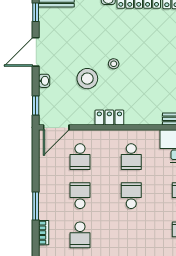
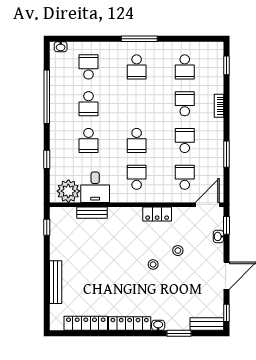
stool: (87, 79) -> (178, 251), width x0.53, depth x0.53
washbasin: (44, 81) -> (218, 236), moved
school desk: (80, 196) -> (185, 140), turned 180
window: (36, 206) -> (226, 154), moved

